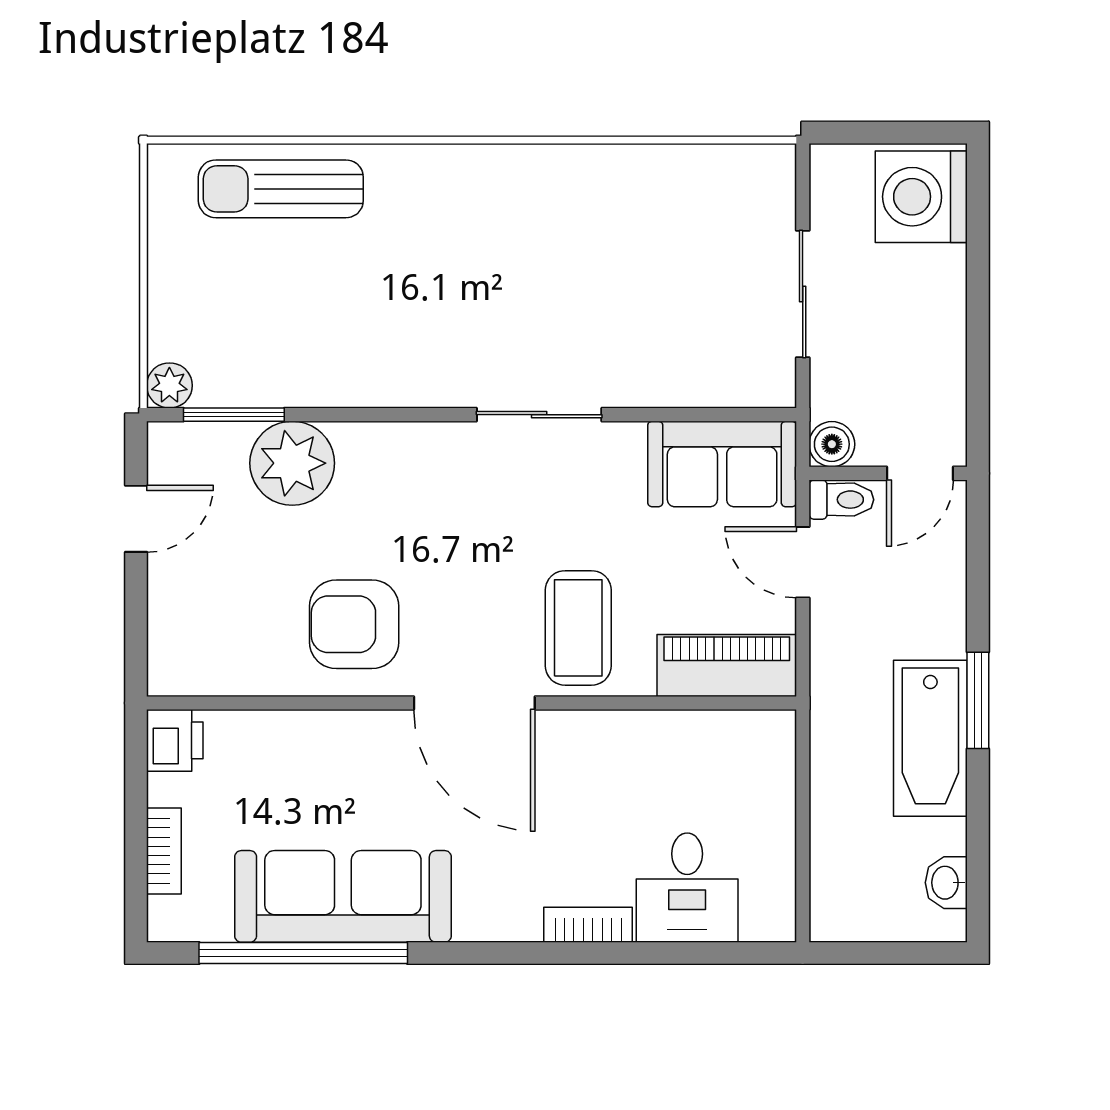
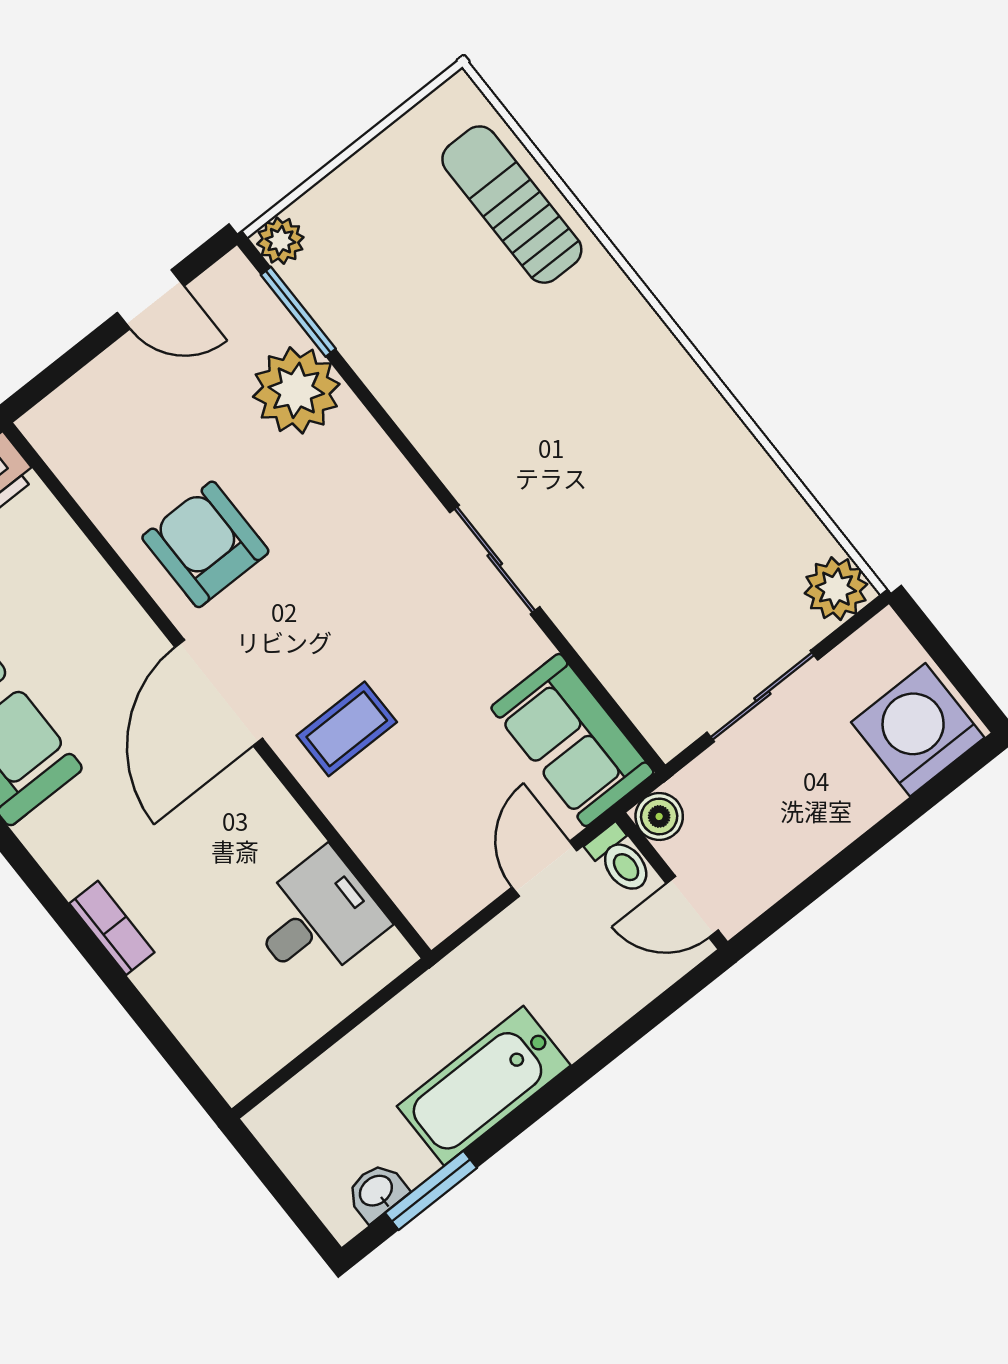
plant: (766, 174) -> (836, 589), added
coffee table: (578, 628) -> (347, 729), width x0.73, depth x0.77
piano: (727, 666) -> (412, 874), removed
window: (978, 700) -> (431, 1190), moved
desk: (687, 888) -> (317, 918), moved, turned 180

